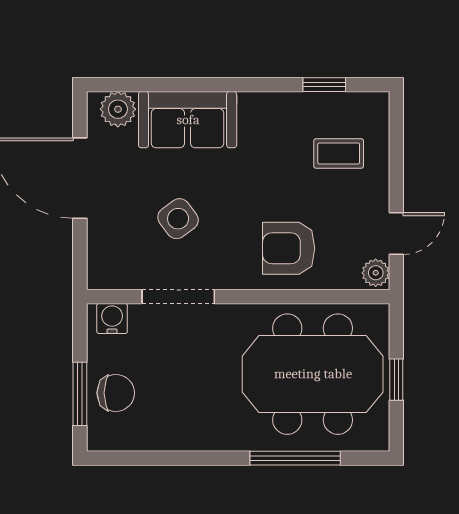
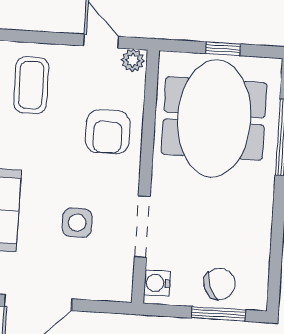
coffee table: (339, 153) -> (31, 85), width x1.36, depth x1.30
side table: (178, 219) -> (77, 223), turned 37
chair: (116, 393) -> (220, 284), turned 68

